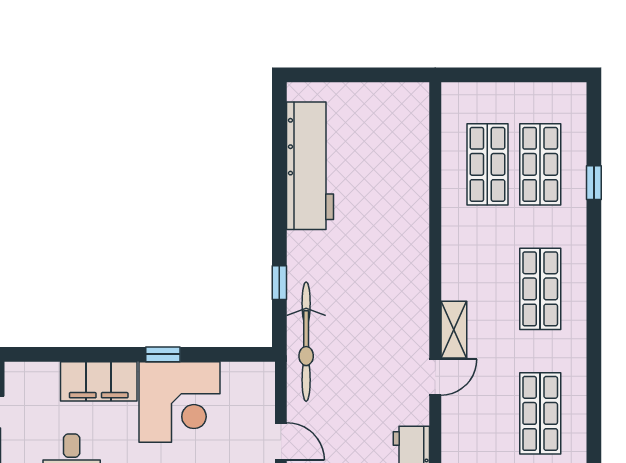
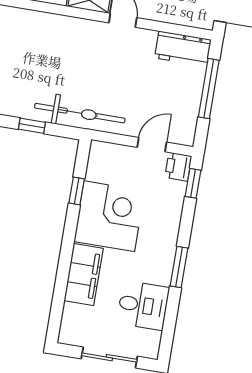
window: (163, 354) -> (77, 191), moved

